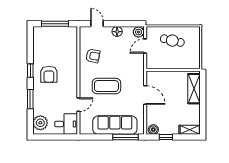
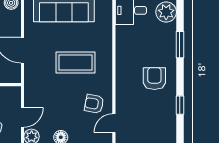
window: (30, 71) -> (180, 105), moved
door: (78, 105) -> (114, 123), moved

